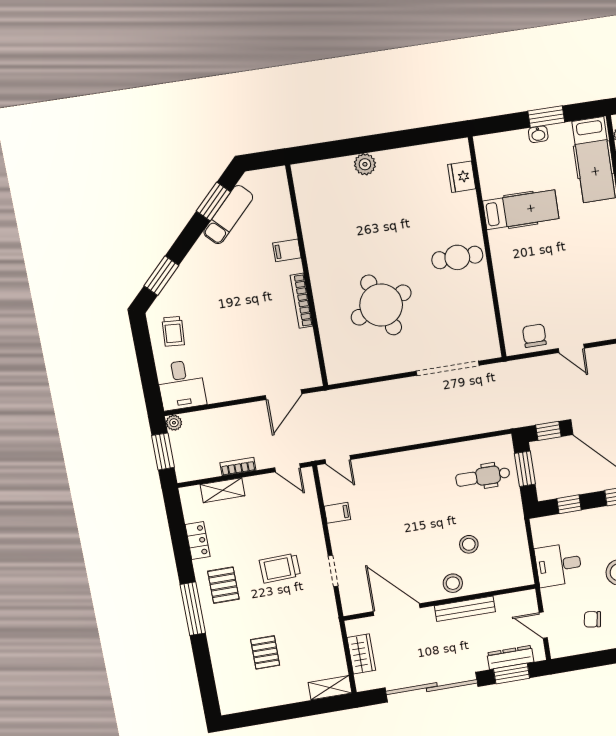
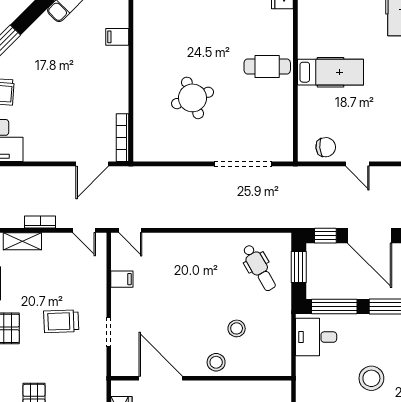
hospital bed: (521, 210) -> (330, 72), moved
bookcase: (301, 301) -> (123, 138), moved
round table: (381, 305) -> (193, 98), width x0.73, depth x0.73
chair: (534, 336) -> (326, 147), turned 85
dental chair: (483, 477) -> (259, 268), turned -120
window: (569, 504) -> (334, 307), width x2.17
desk: (558, 565) -> (316, 337), moved
bench: (465, 609) -> (223, 388), removed

